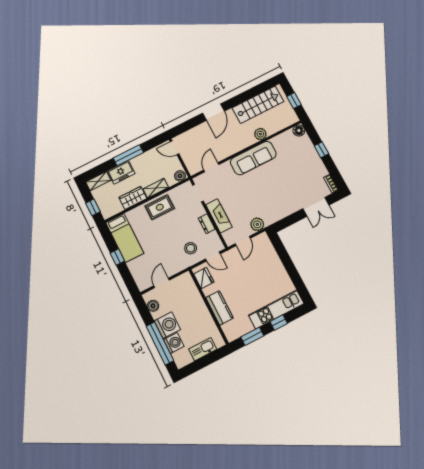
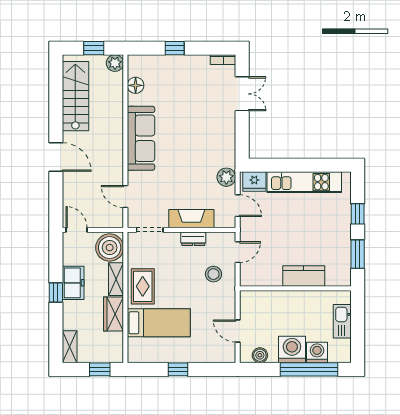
floor lamp: (299, 131) -> (136, 85), moved
plant: (260, 134) -> (115, 63), moved
door: (174, 148) -> (76, 230), swing flipped
window: (128, 155) -> (56, 293), width x0.46
freezer: (121, 172) -> (73, 283), moved
boiler: (180, 176) -> (110, 248), width x1.86, depth x1.86
bed: (125, 238) -> (159, 323), moved
fridge: (204, 278) -> (254, 182), moved, turned 180
kitchen unit: (276, 309) -> (304, 182), moved, turned -90

